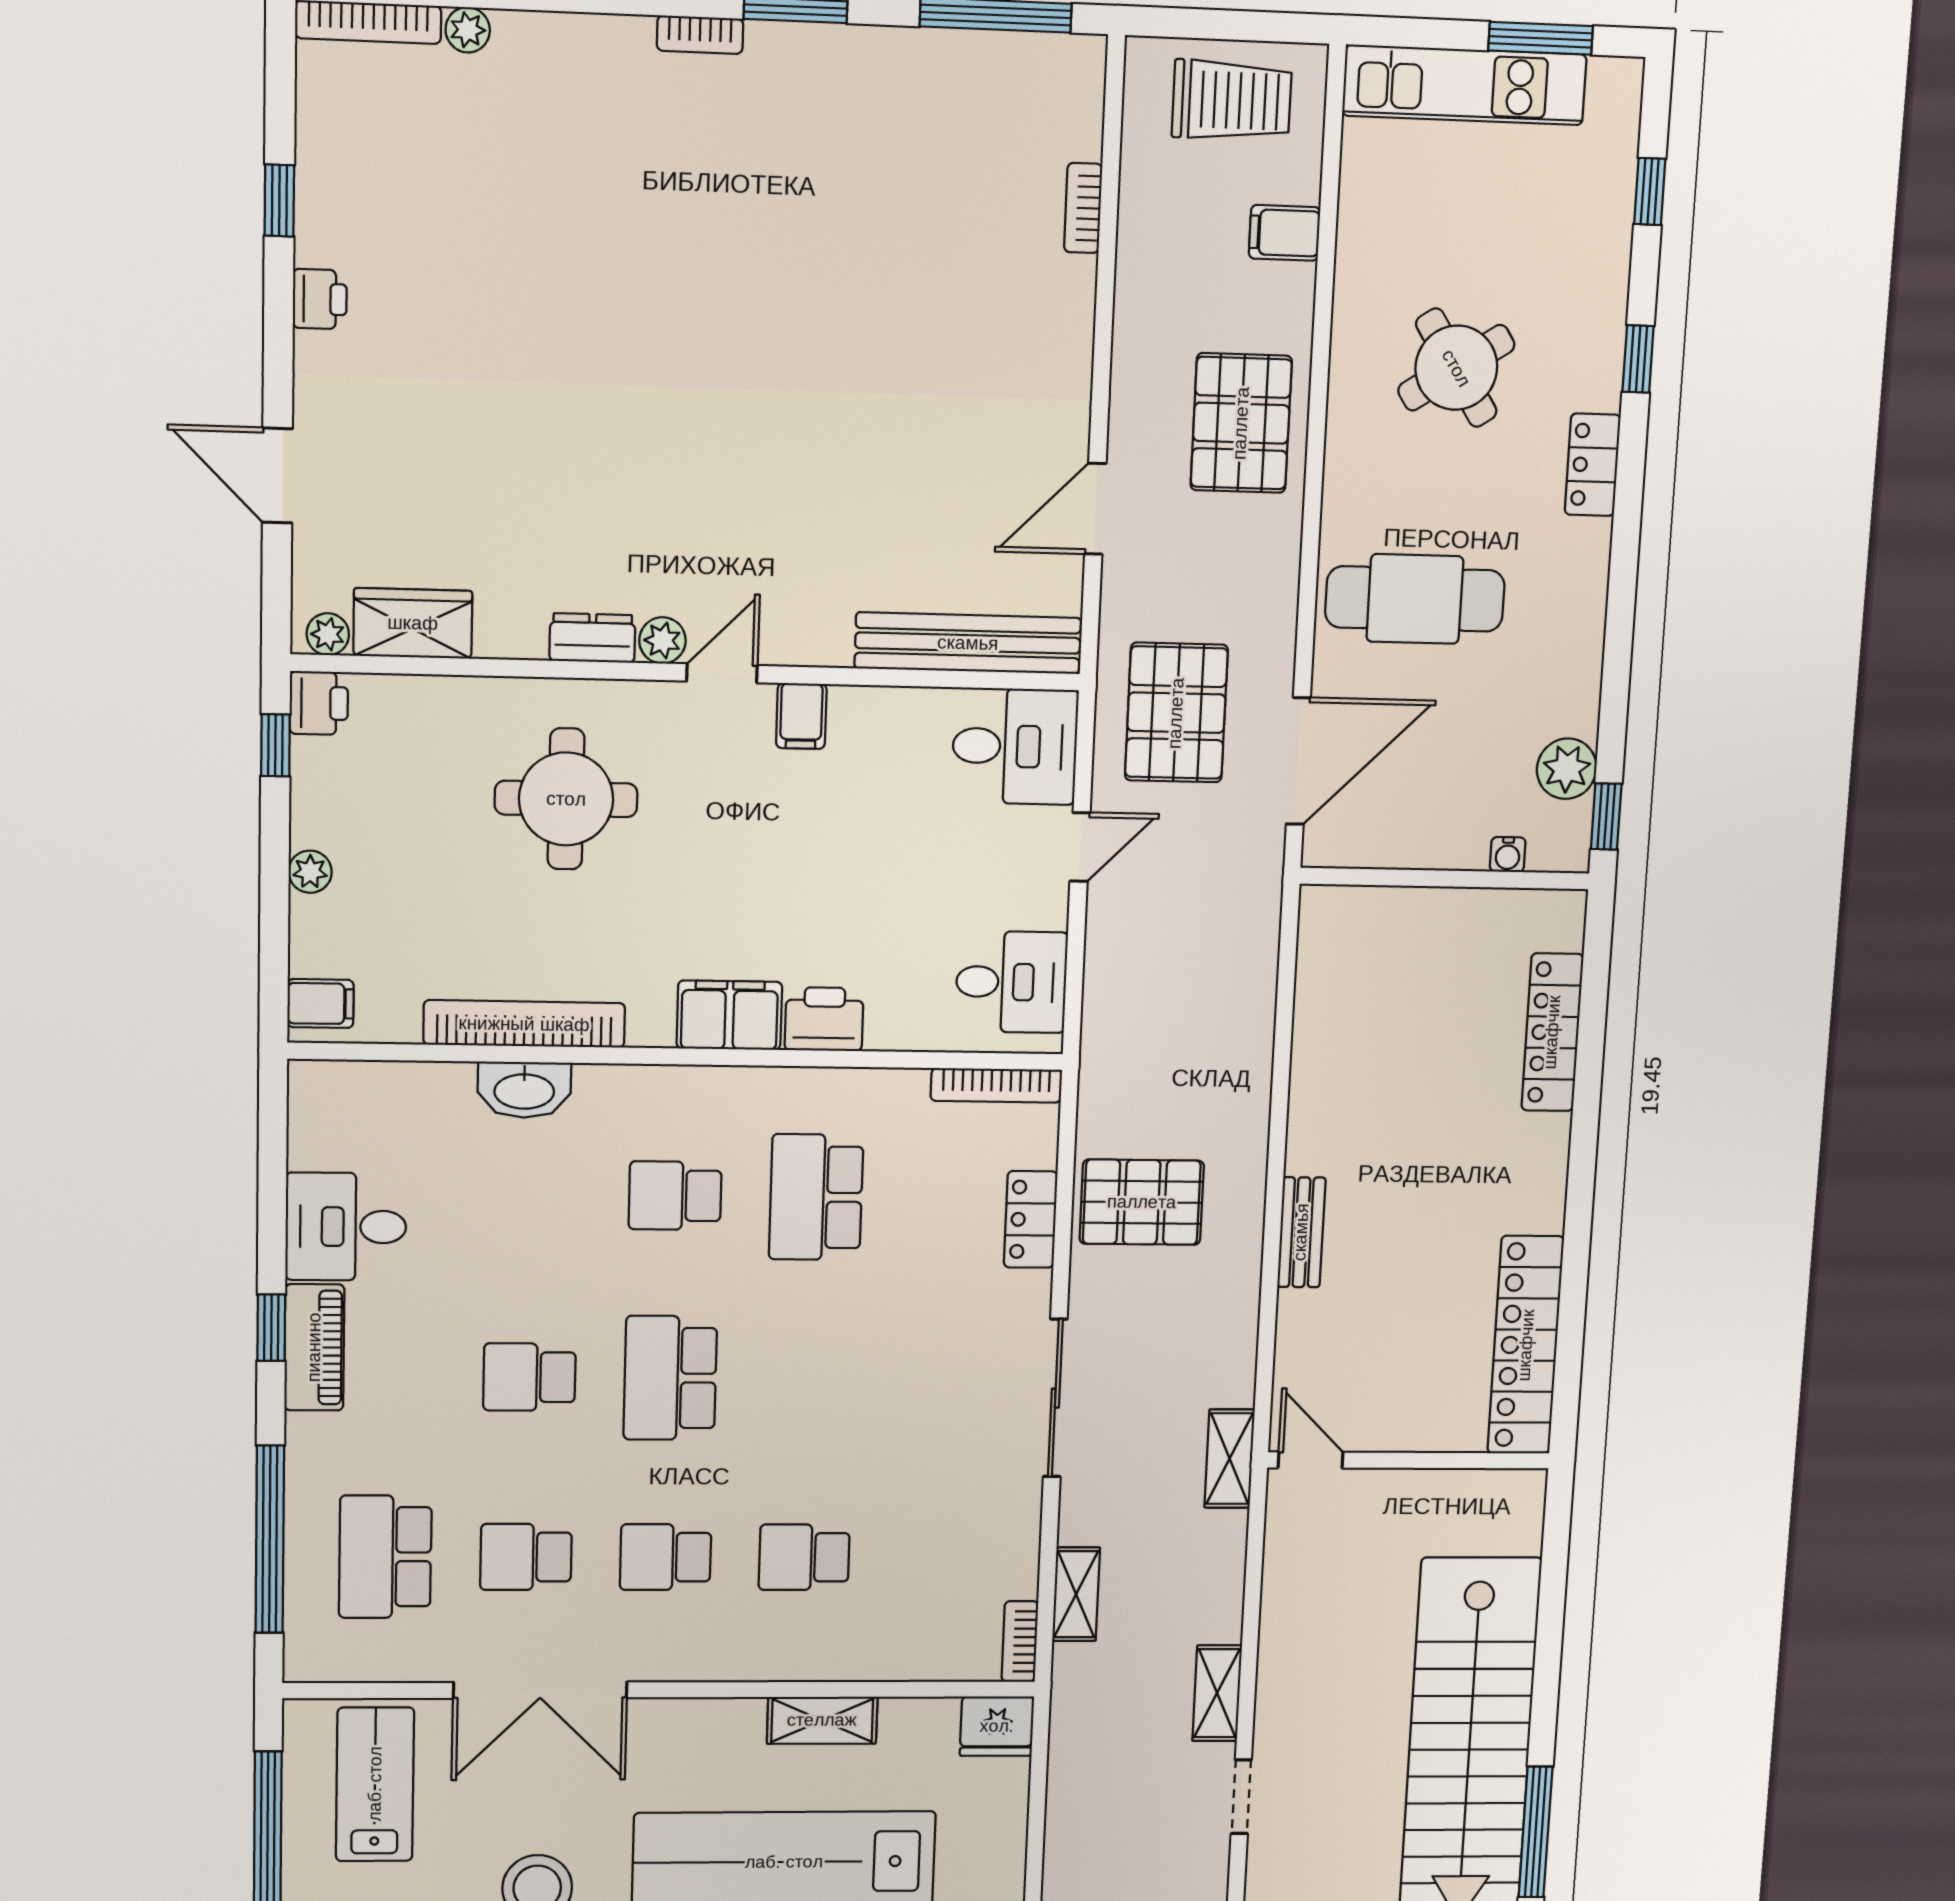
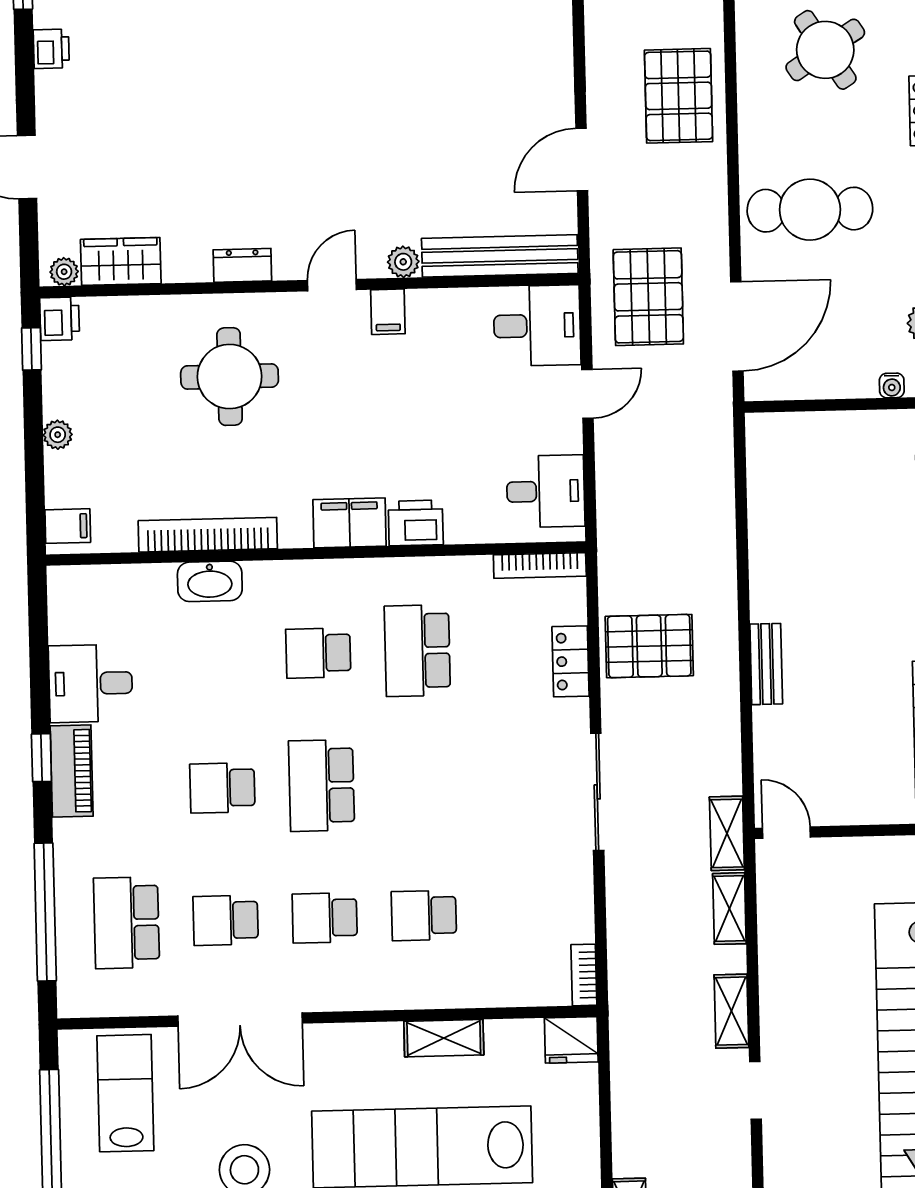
plant: (662, 640) -> (403, 262), moved
shelving: (1076, 1594) -> (729, 909), moved

